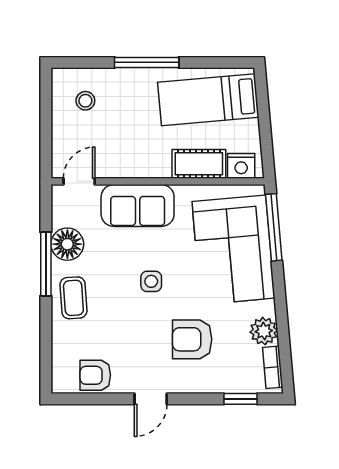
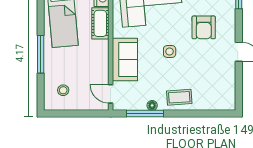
floor lamp: (67, 244) -> (152, 105), width x0.53, depth x0.53
window: (46, 264) -> (145, 114), moved
armchair: (95, 375) -> (225, 84), removed

